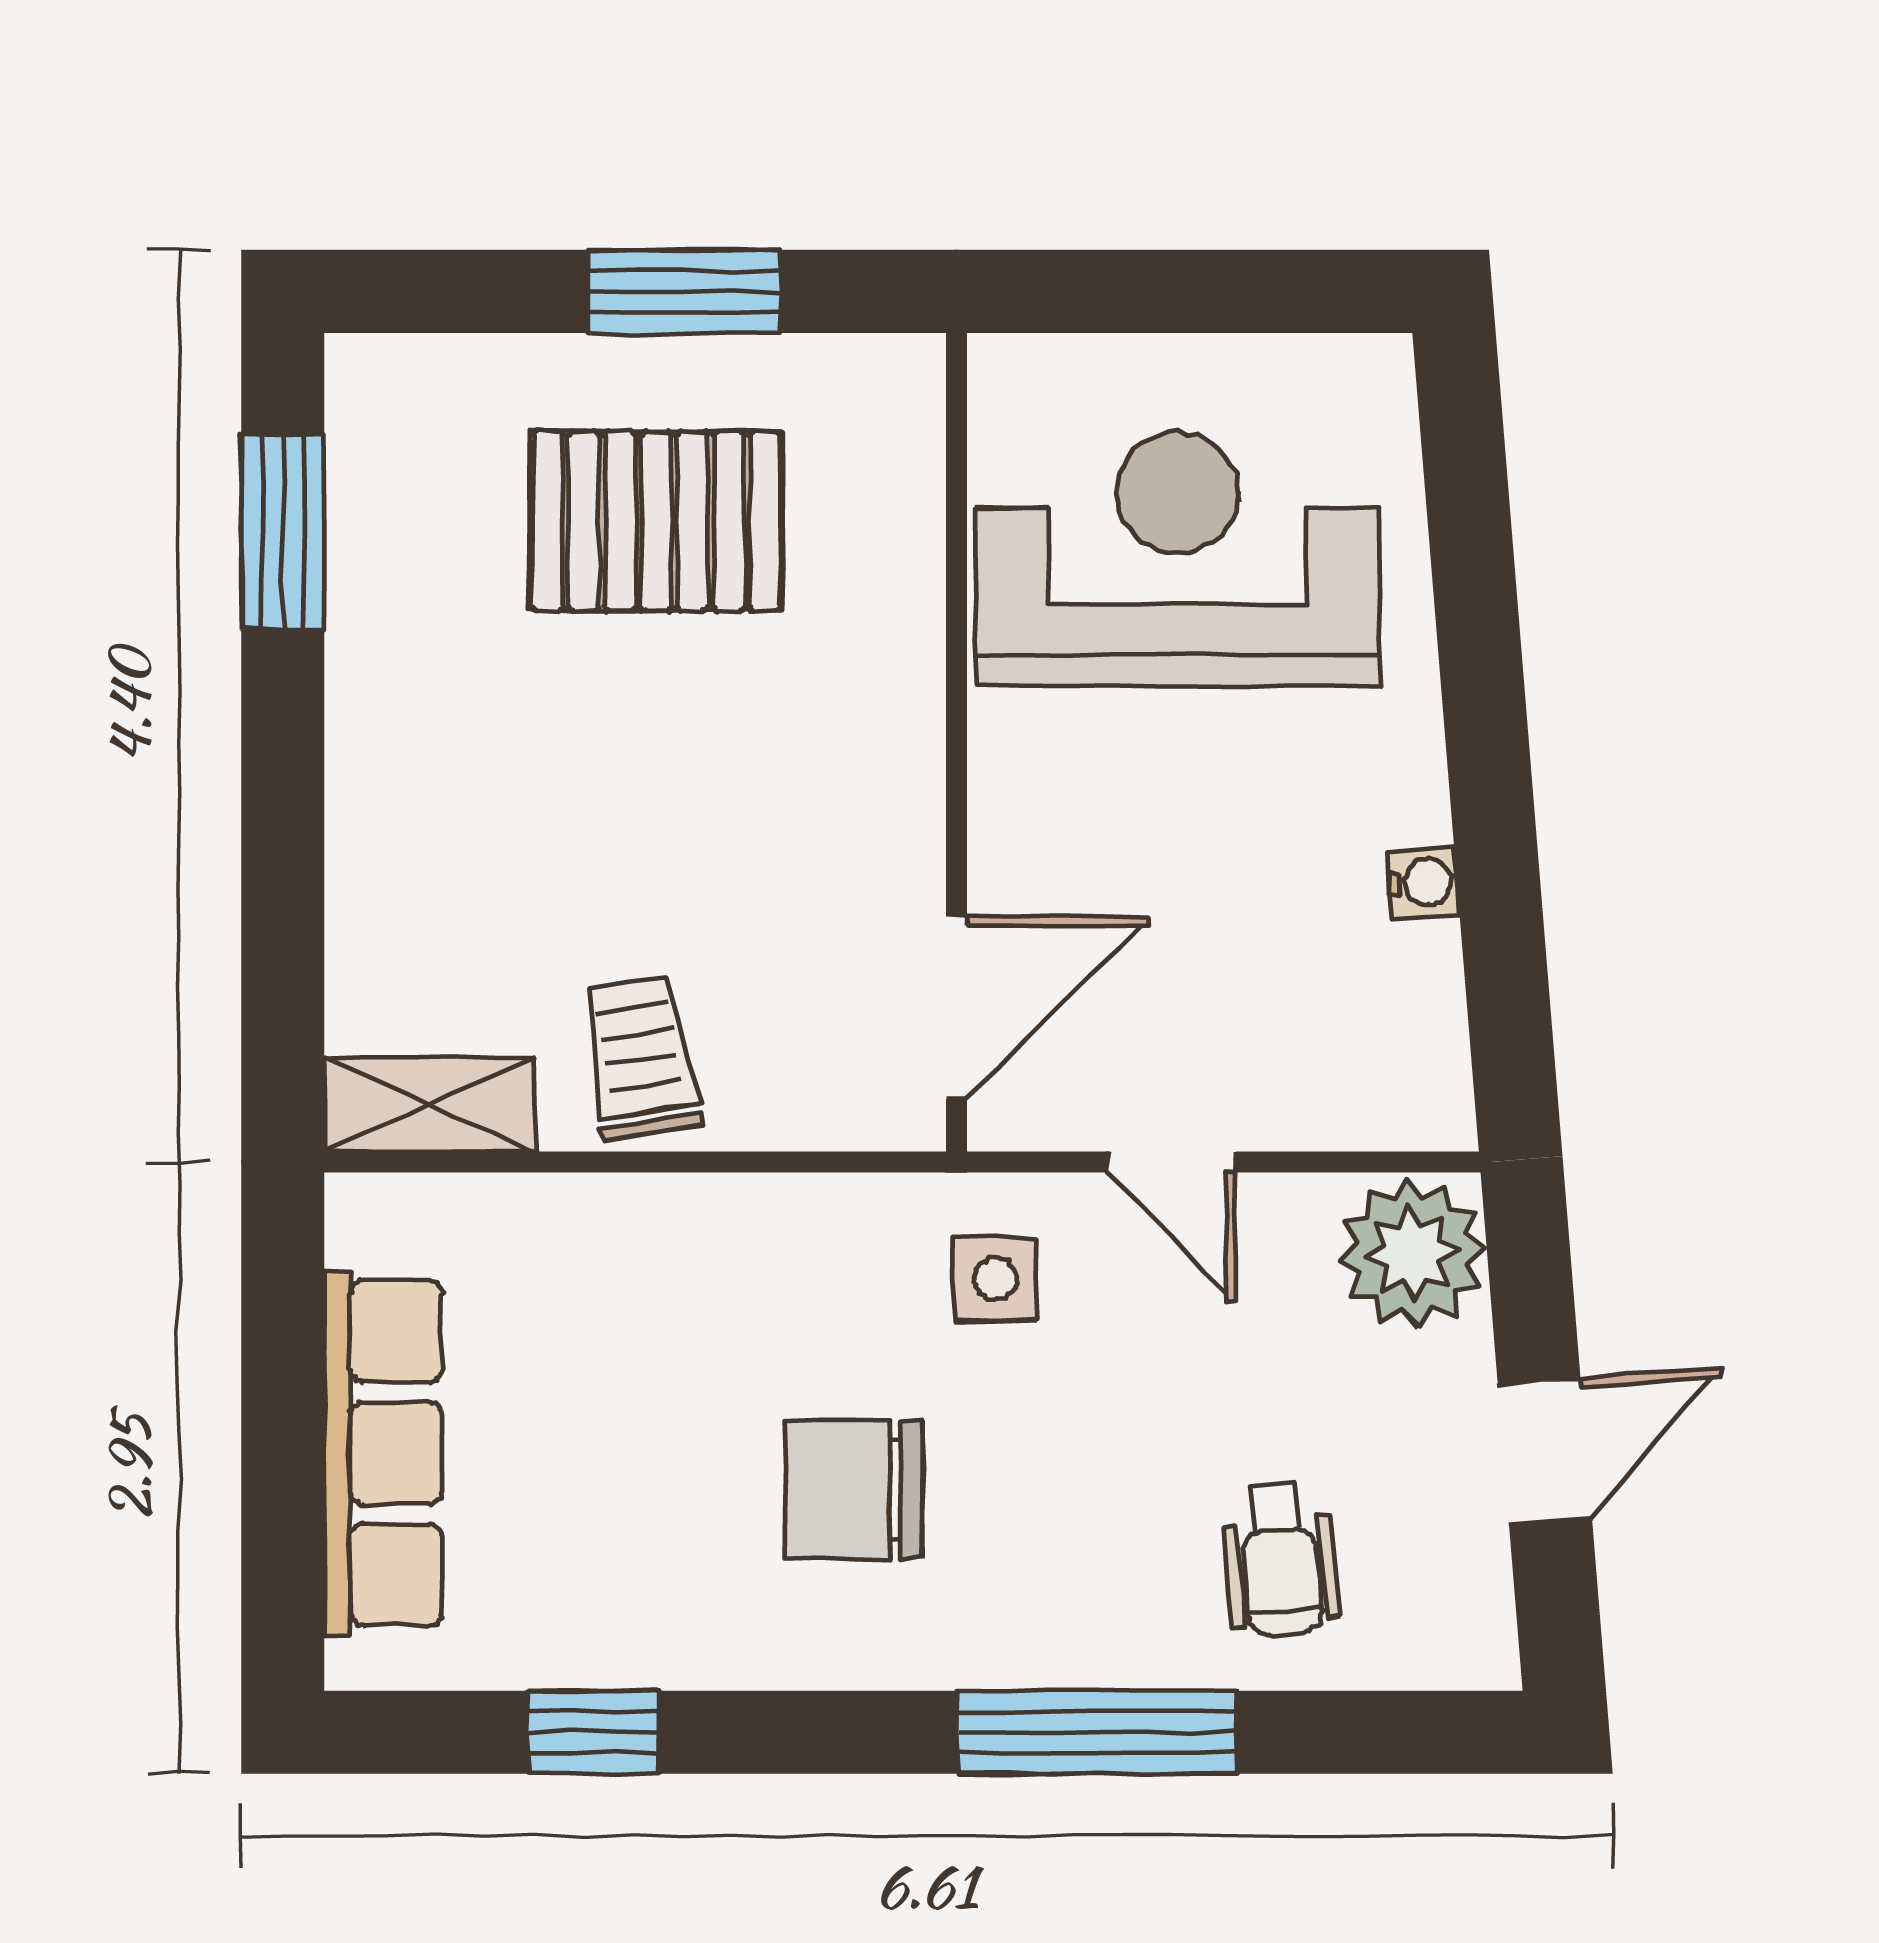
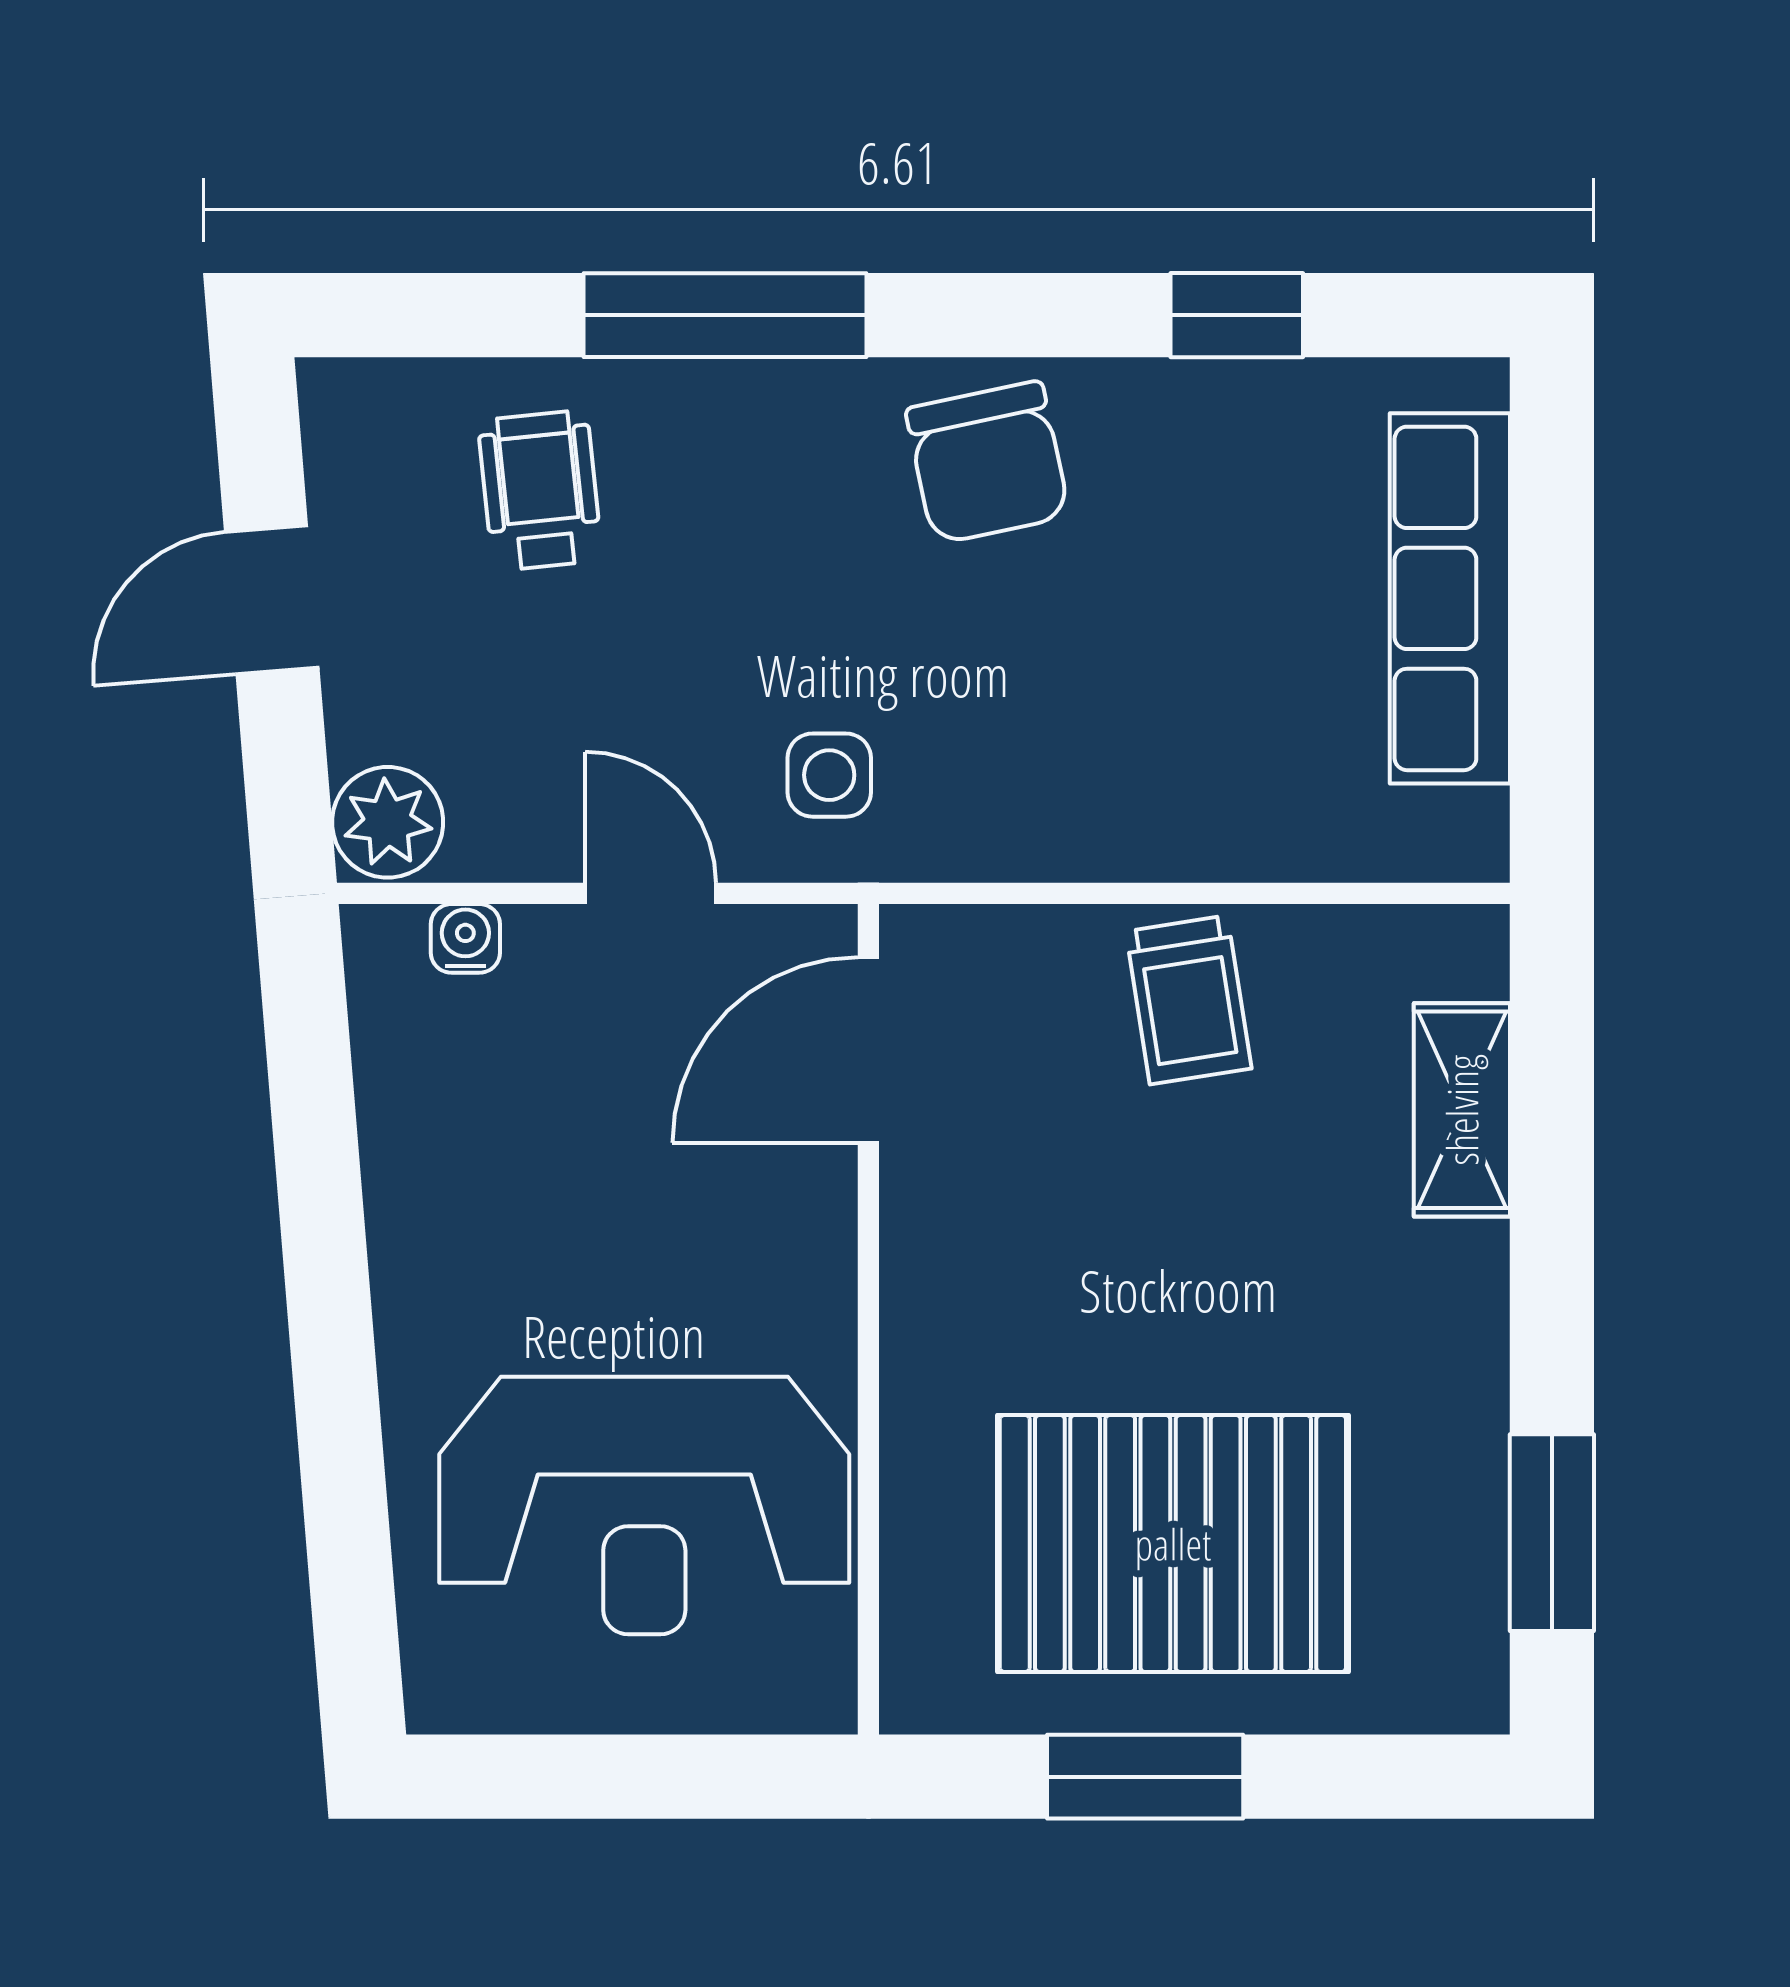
pallet: (656, 521) -> (1173, 1544), width x1.37, depth x1.41
water cooler: (1423, 882) -> (465, 938), moved, turned 95
shelving: (429, 1104) -> (1462, 1110), moved, turned 90
plant: (1412, 1254) -> (388, 822), width x0.73, depth x0.73
chair: (854, 1490) -> (988, 463), moved, turned 78

